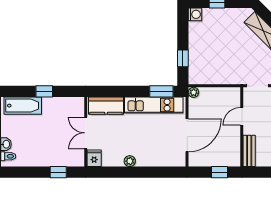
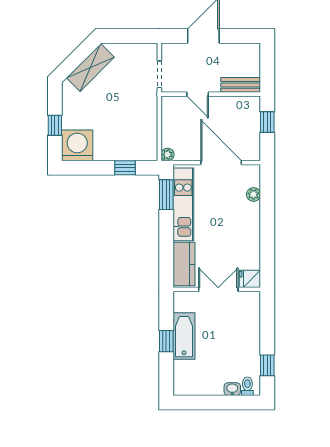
washing machine: (195, 14) -> (77, 145), width x1.89, depth x1.89
bathtub: (23, 106) -> (184, 336), moved
double door: (86, 133) -> (218, 289), swing flipped
plant: (130, 161) -> (253, 194), moved
window: (58, 172) -> (267, 365), moved

